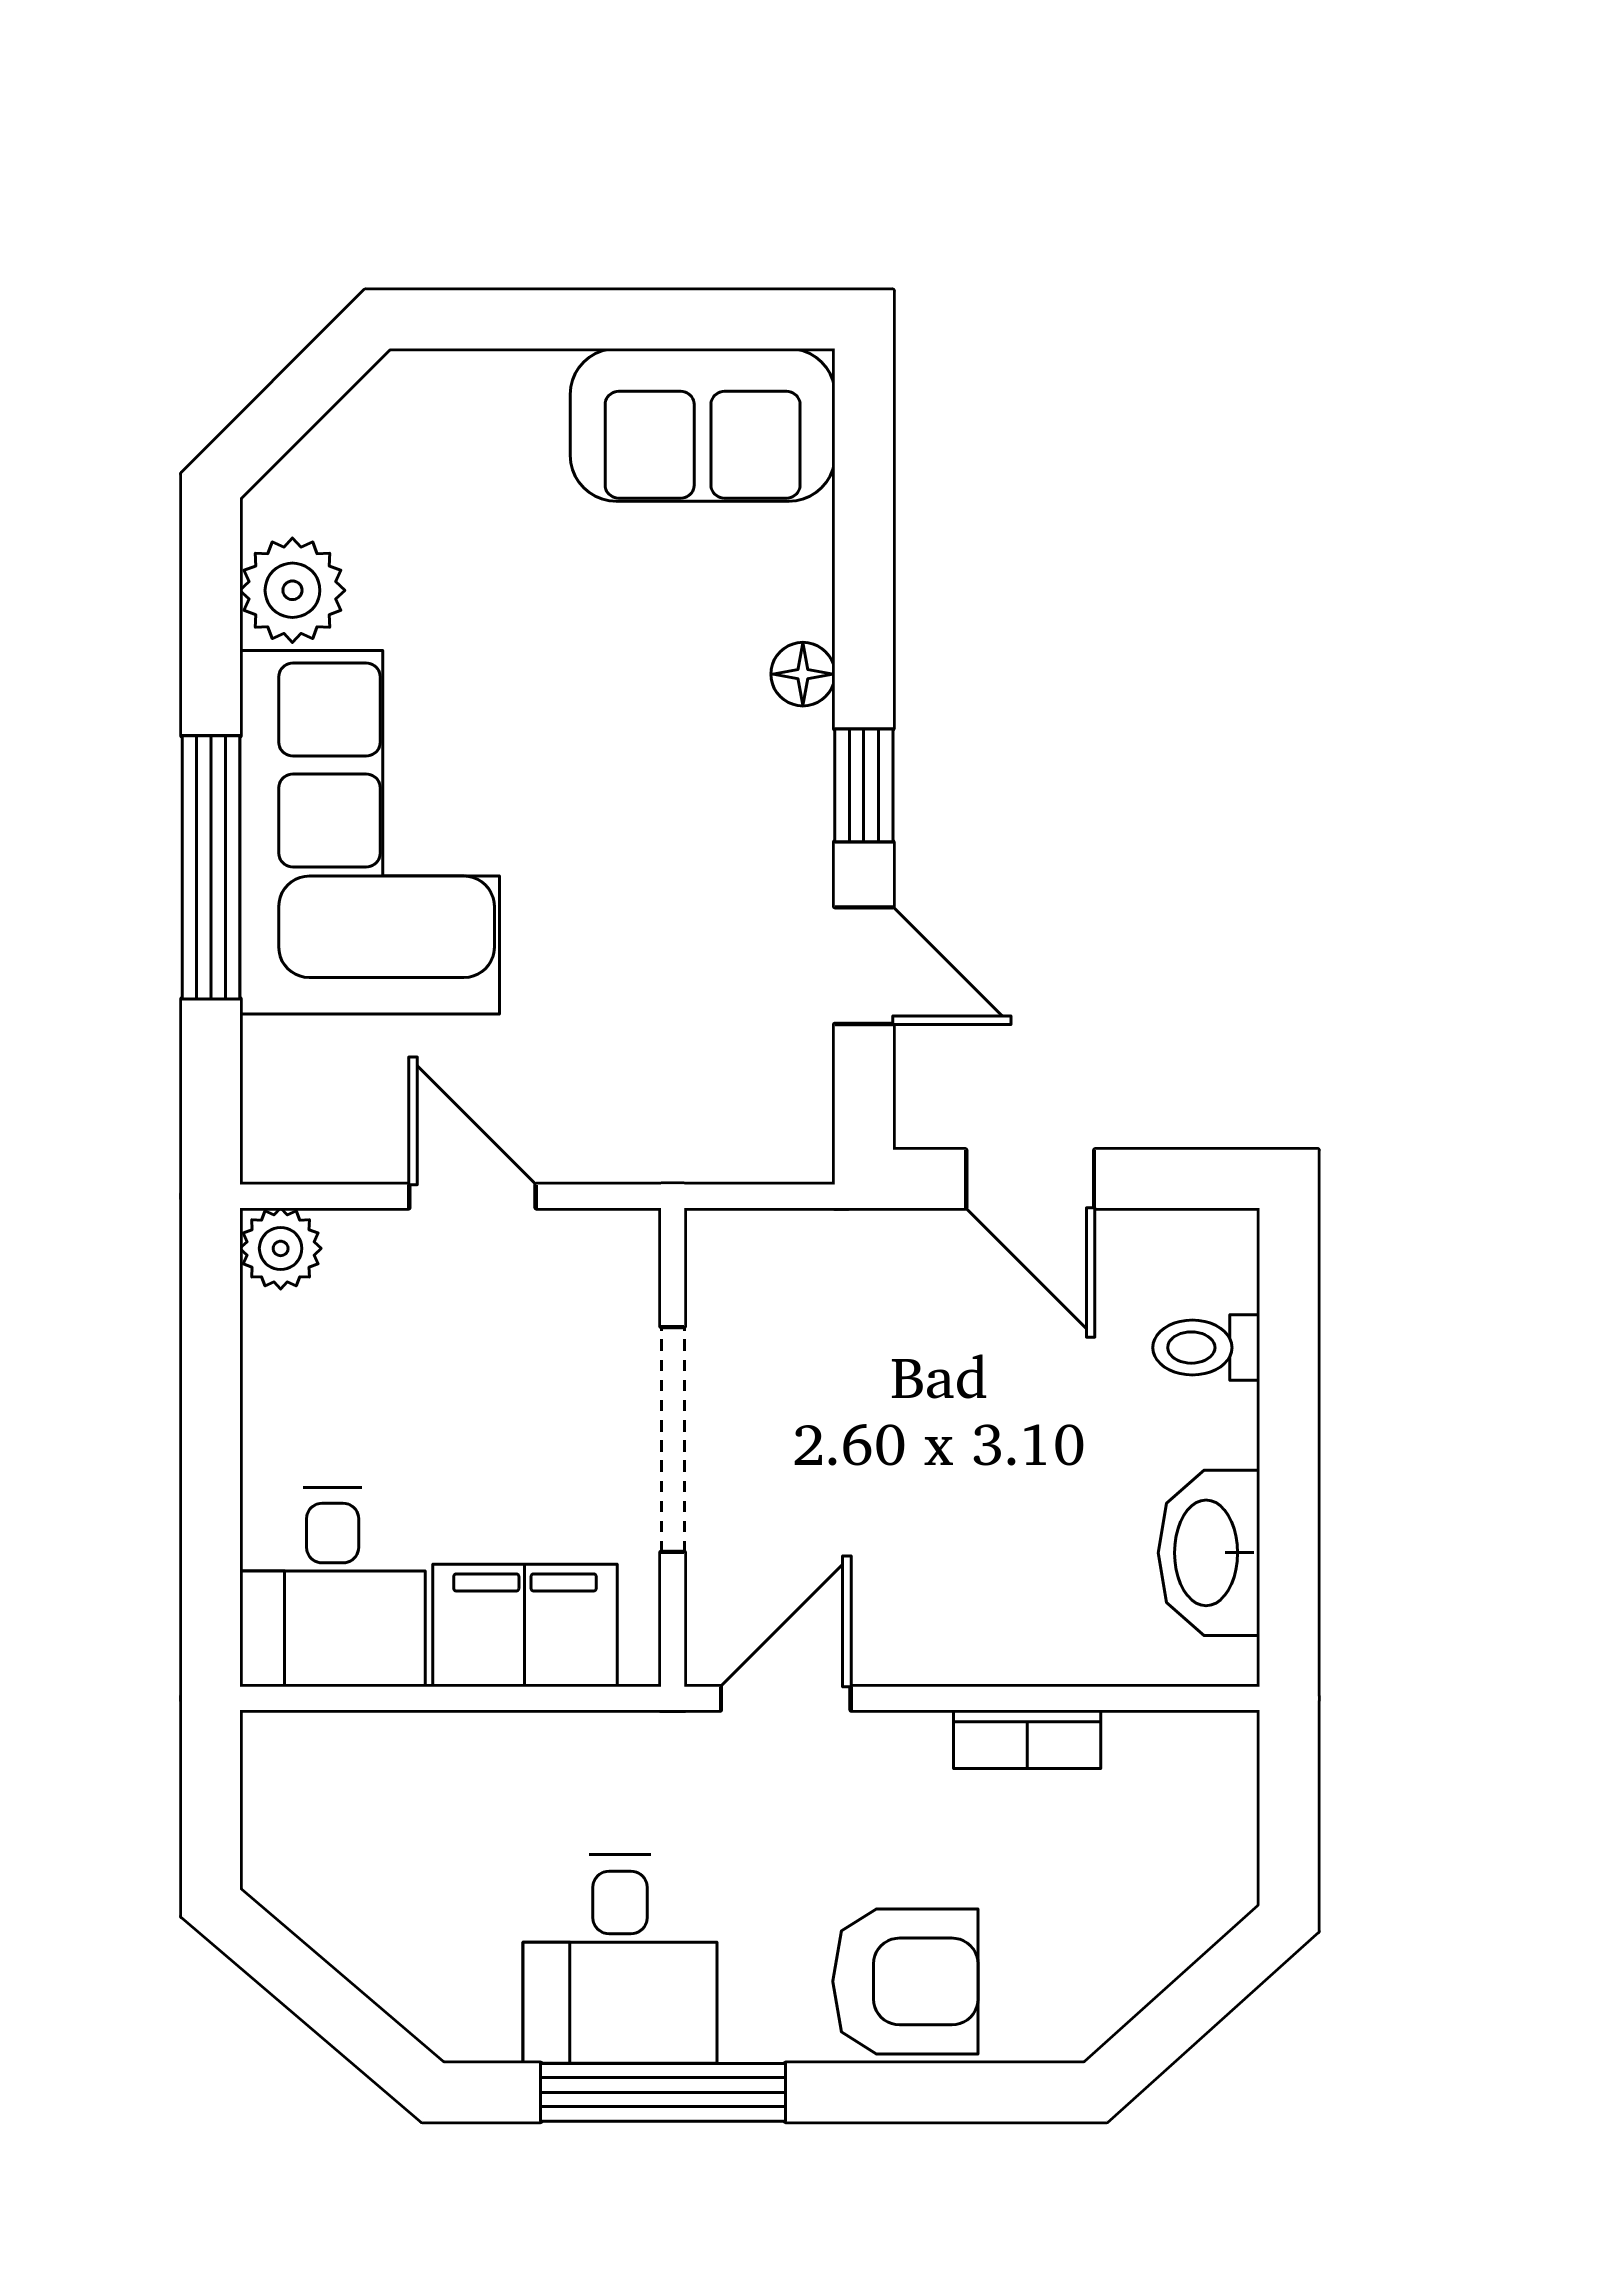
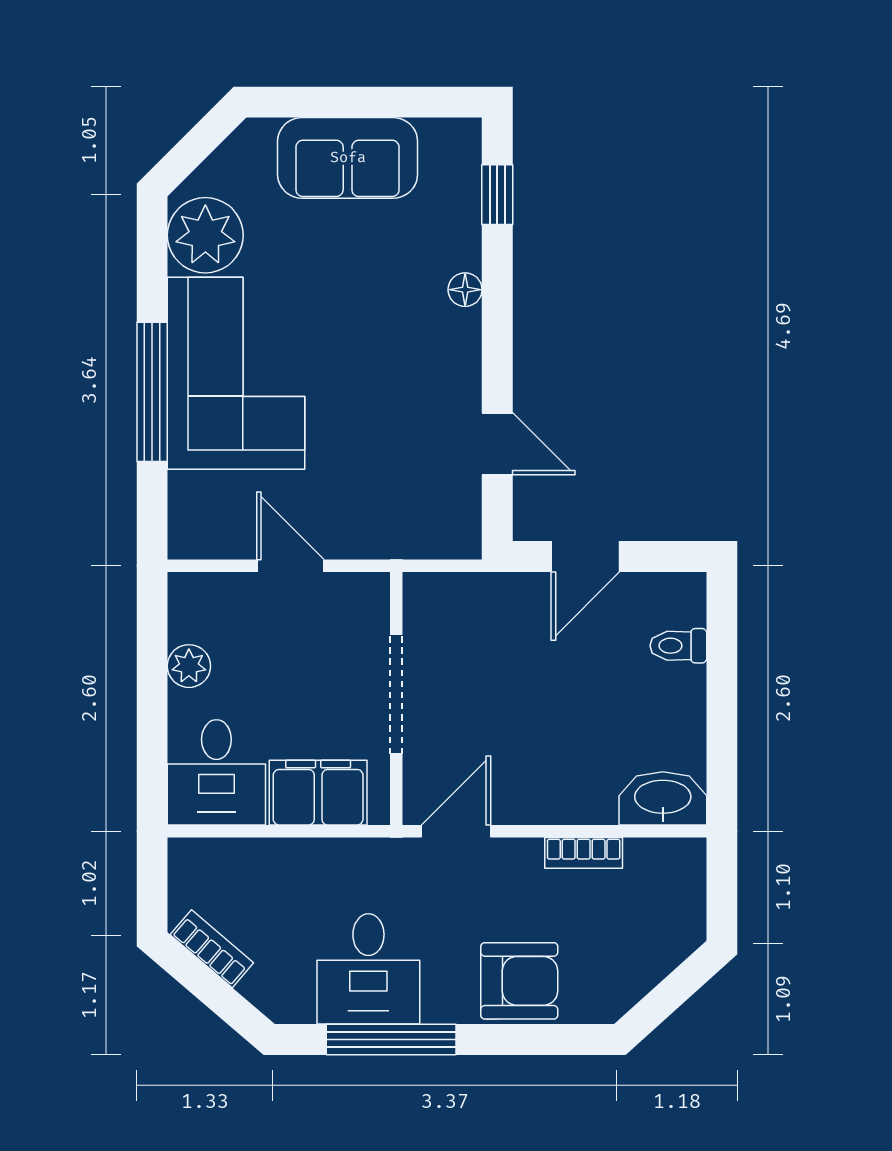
sofa: (703, 425) -> (348, 158), moved
plant: (292, 590) -> (205, 235), width x1.36, depth x1.36
window: (864, 785) -> (497, 195), moved
door: (1030, 1179) -> (585, 557), hinge flipped
plant: (281, 1248) -> (189, 666), moved
washbasin: (1209, 1553) -> (663, 798), moved, turned 90
bookcase: (324, 1921) -> (212, 949), added

